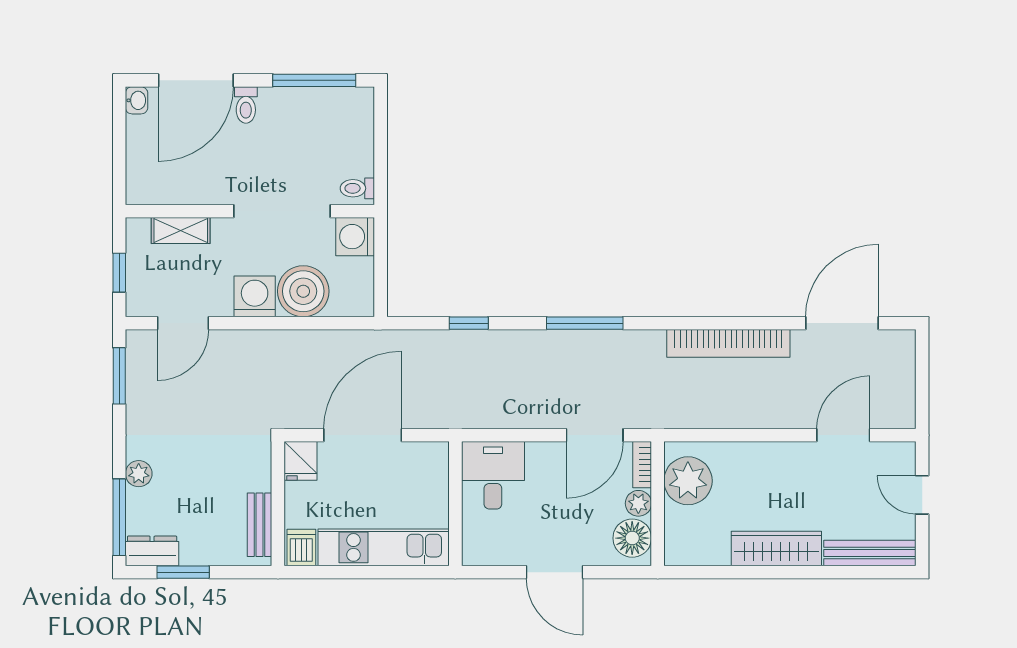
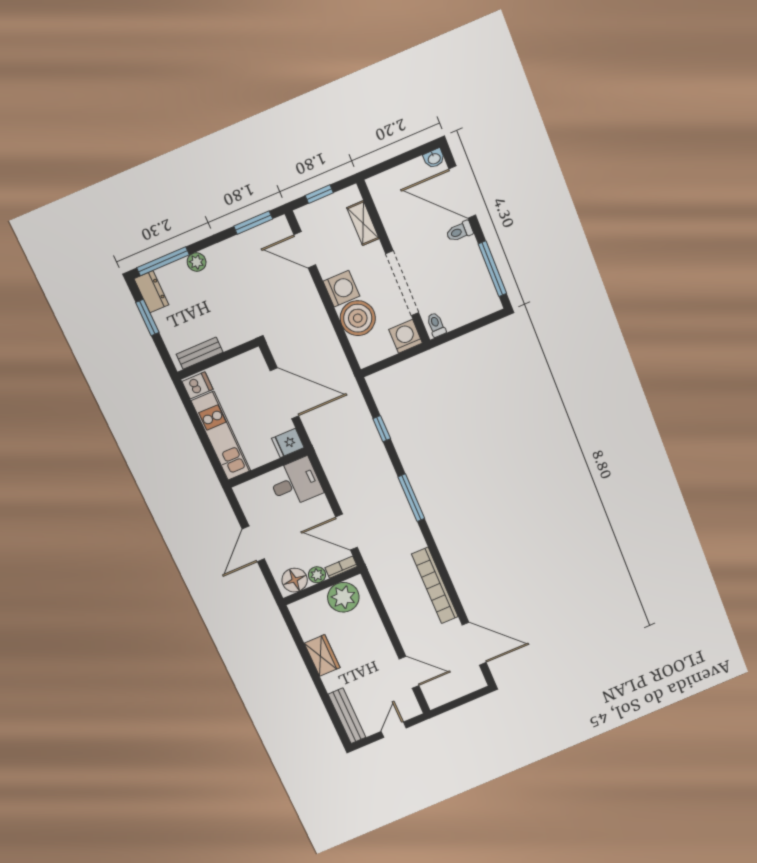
fridge: (300, 461) -> (288, 443), moved
wardrobe: (776, 548) -> (322, 655), width x0.67

